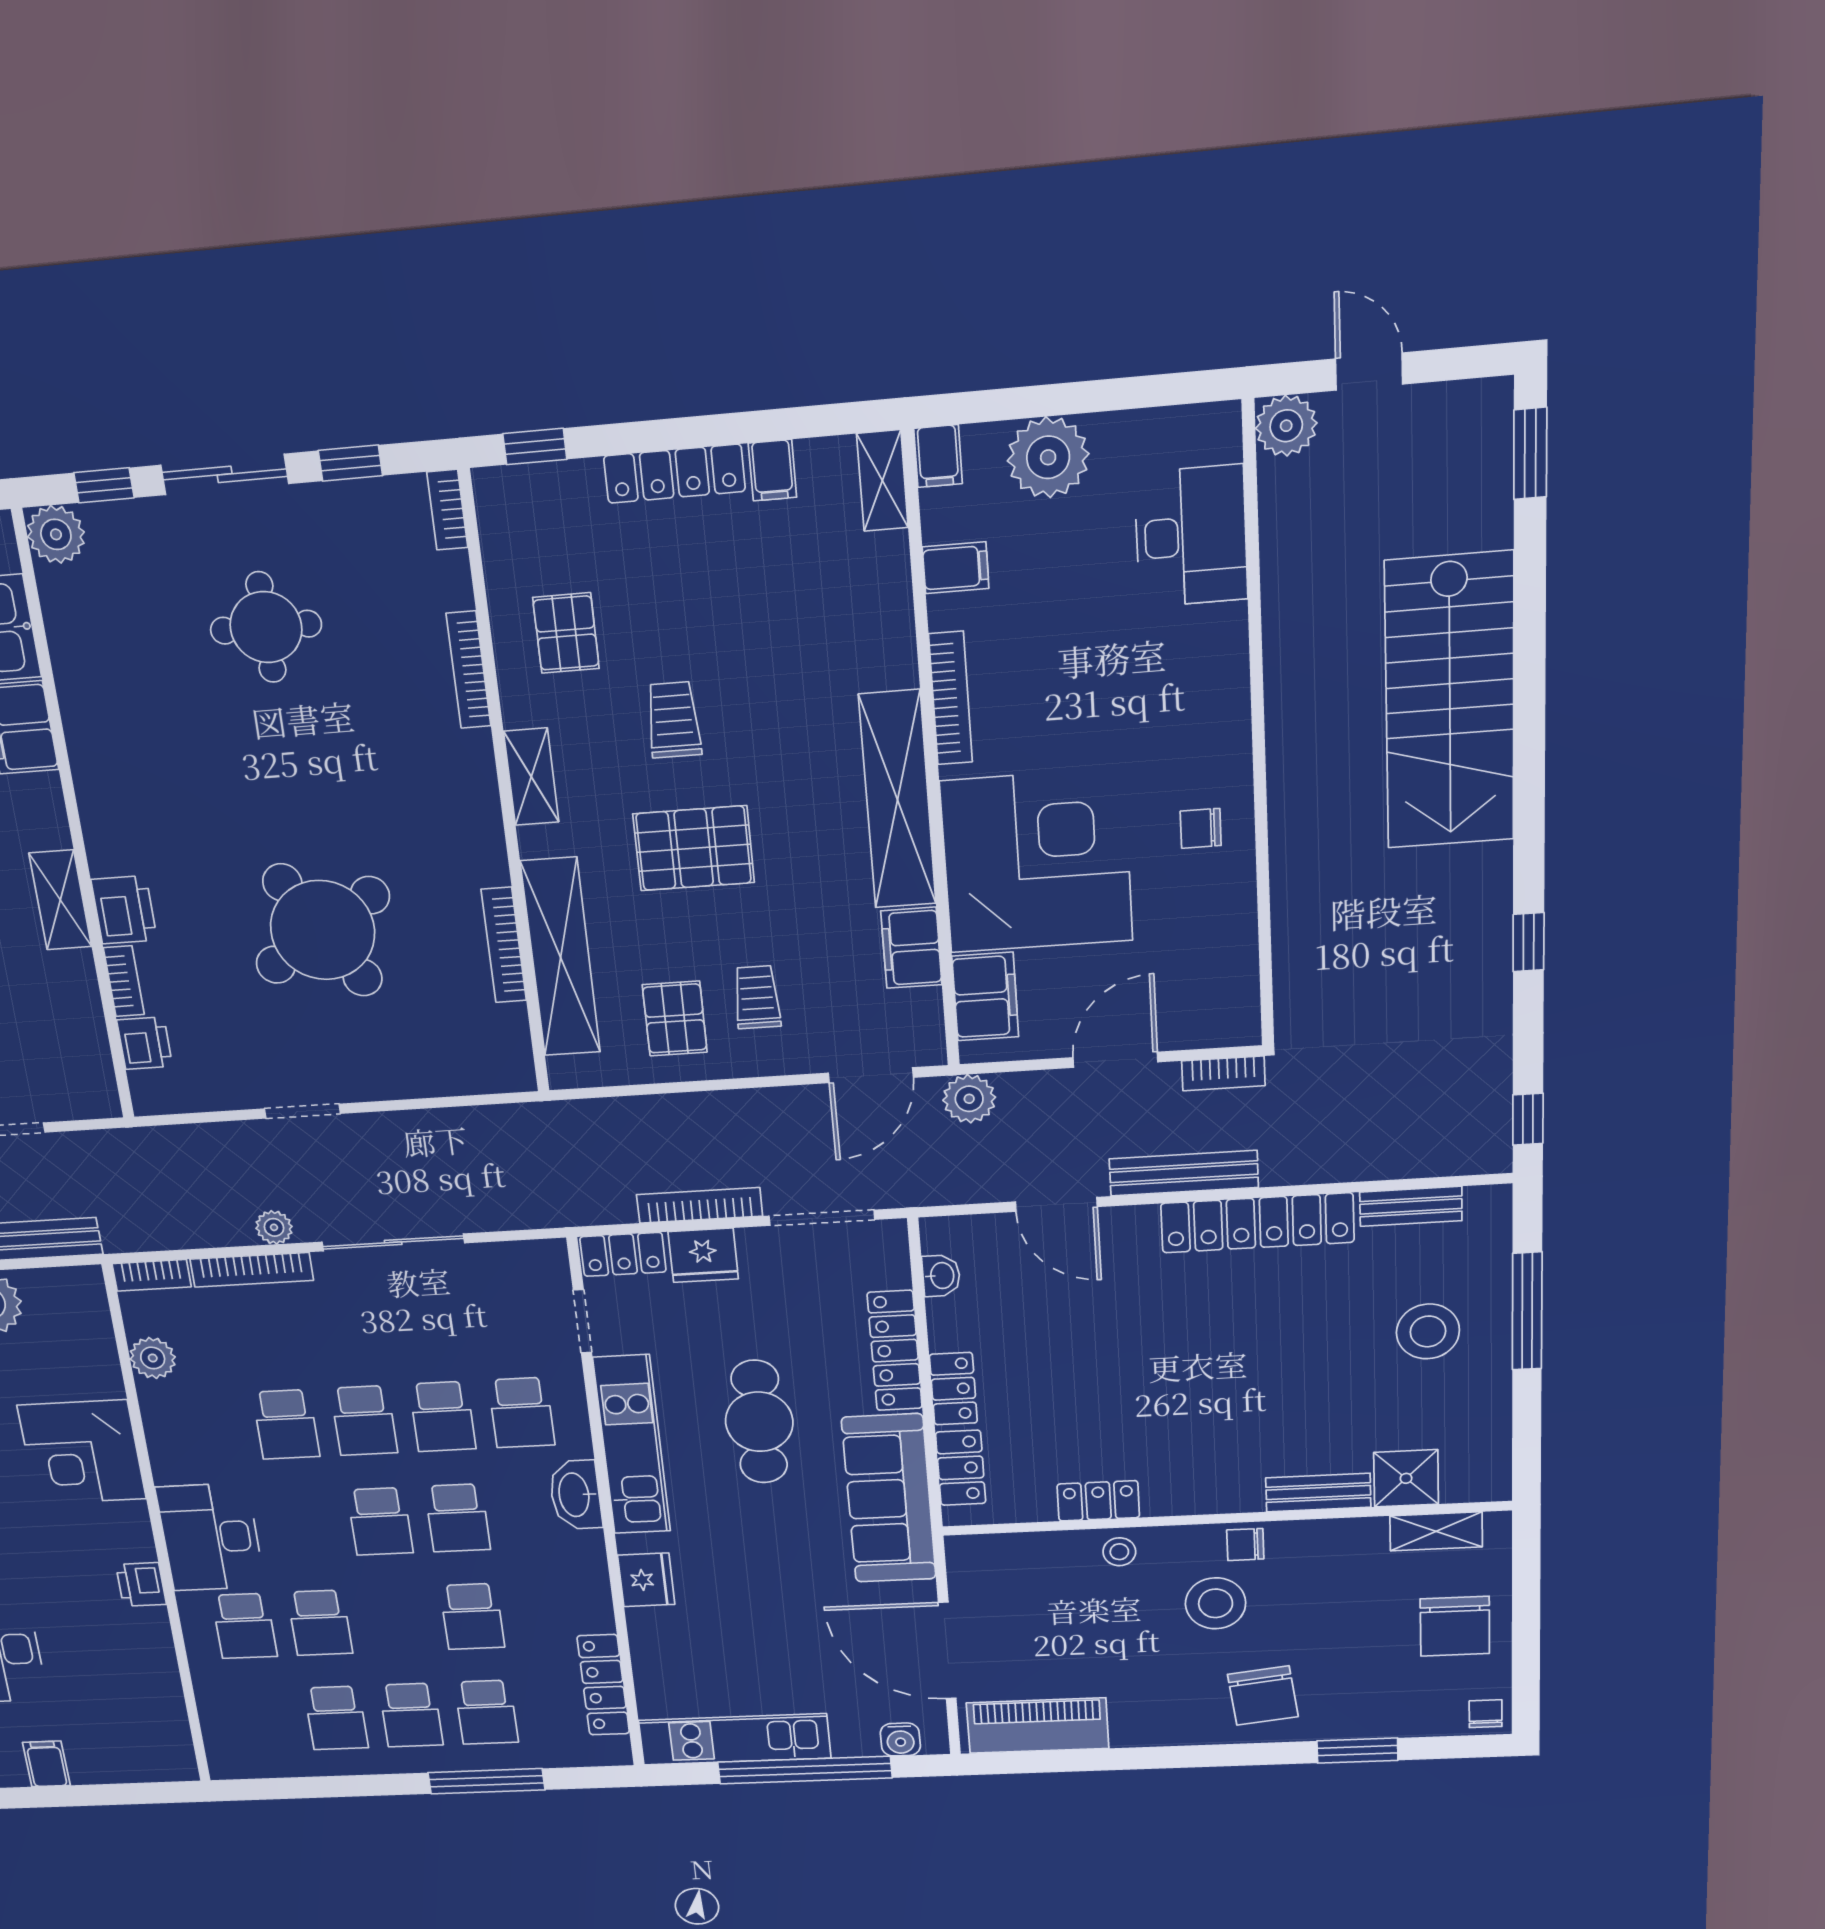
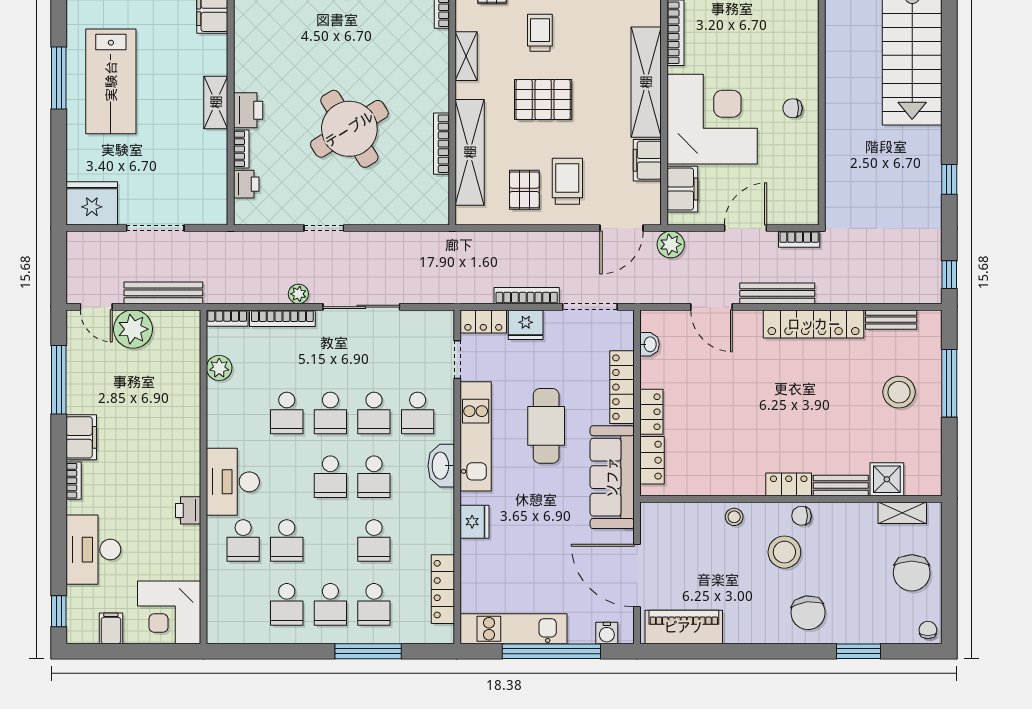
trolley: (757, 997) -> (567, 181), width x1.36, depth x1.39
corner desk: (82, 1452) -> (169, 612), moved
locker: (1098, 1501) -> (789, 484), moved

